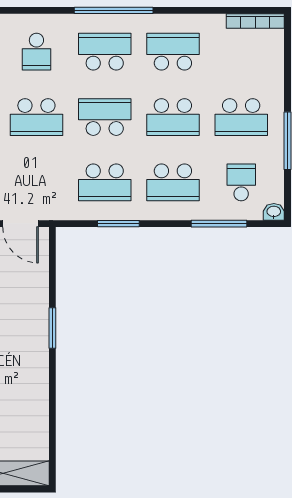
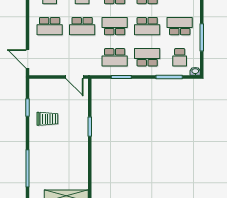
school desk: (241, 117) -> (180, 26), turned 180
school desk: (173, 182) -> (147, 57), turned 180
school desk: (241, 182) -> (180, 57), turned 180

